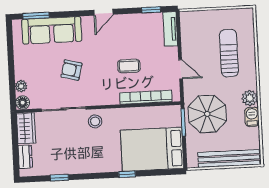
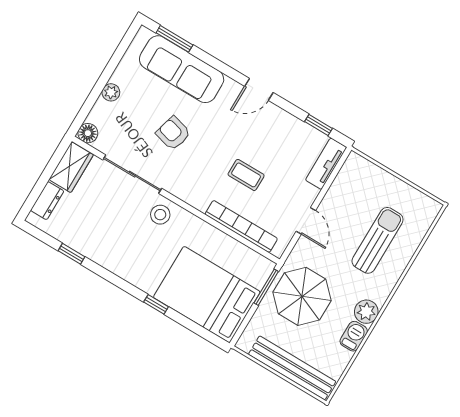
plant: (21, 86) -> (111, 92), moved

